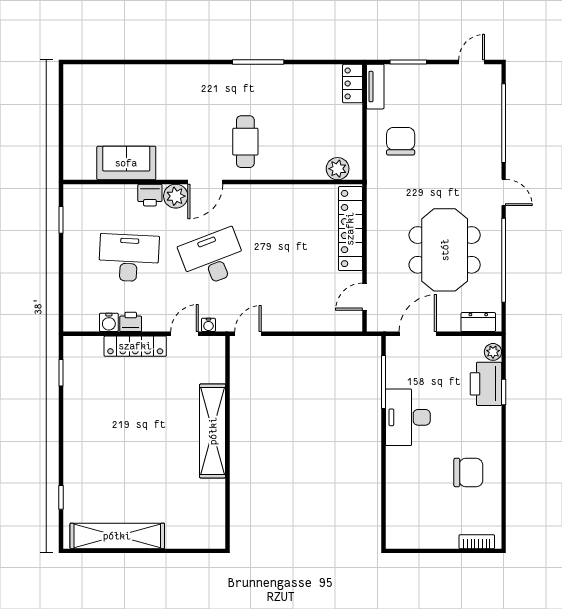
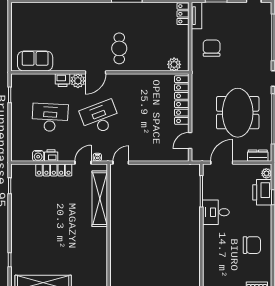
sofa: (126, 163) -> (35, 61), moved
desk: (408, 417) -> (216, 212), width x0.73
shelving: (213, 431) -> (100, 199), moved

